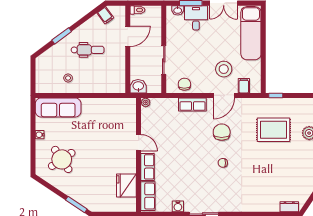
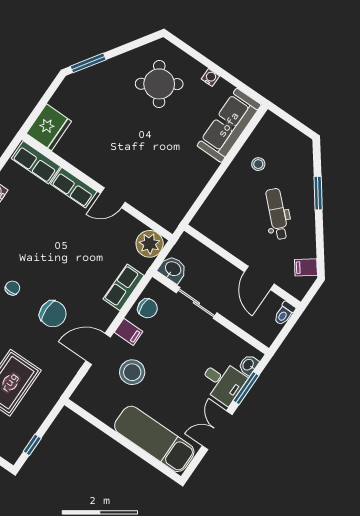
dental chair: (88, 50) -> (277, 214), turned 134
washbasin: (138, 86) -> (173, 269), moved, turned -90
filing cabinet: (244, 86) -> (128, 332), moved
door: (224, 95) -> (98, 349), hinge flipped
window: (276, 95) -> (32, 445), moved
plant: (146, 102) -> (150, 244), width x1.88, depth x1.88
row of seats: (192, 104) -> (124, 287), moved
fridge: (126, 185) -> (49, 127), moved, turned 90

